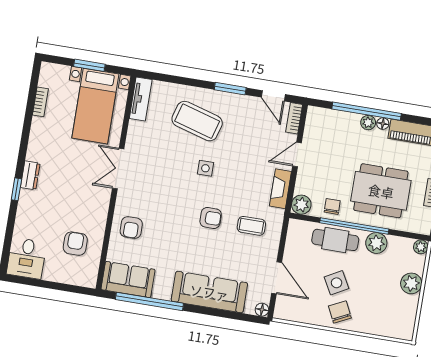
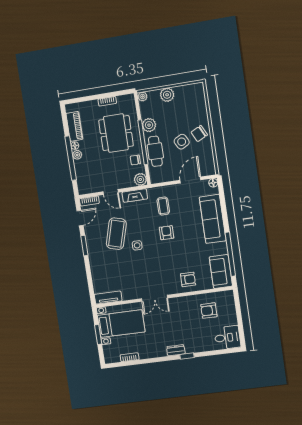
coffee table: (197, 121) -> (116, 234), moved

